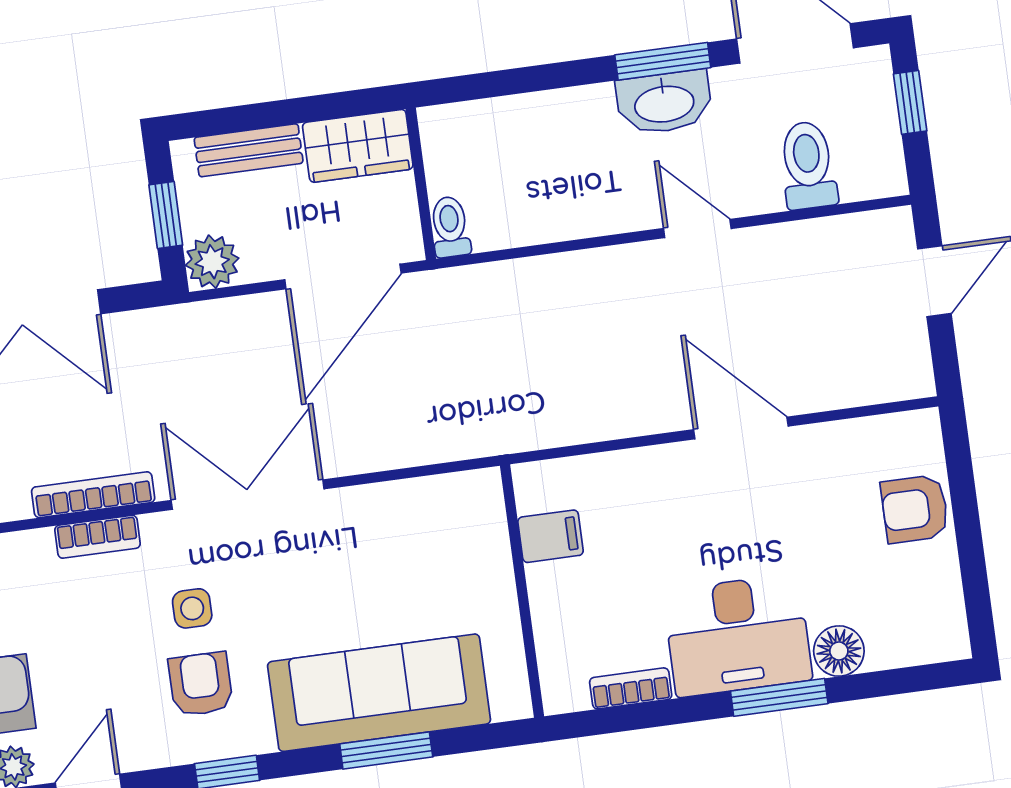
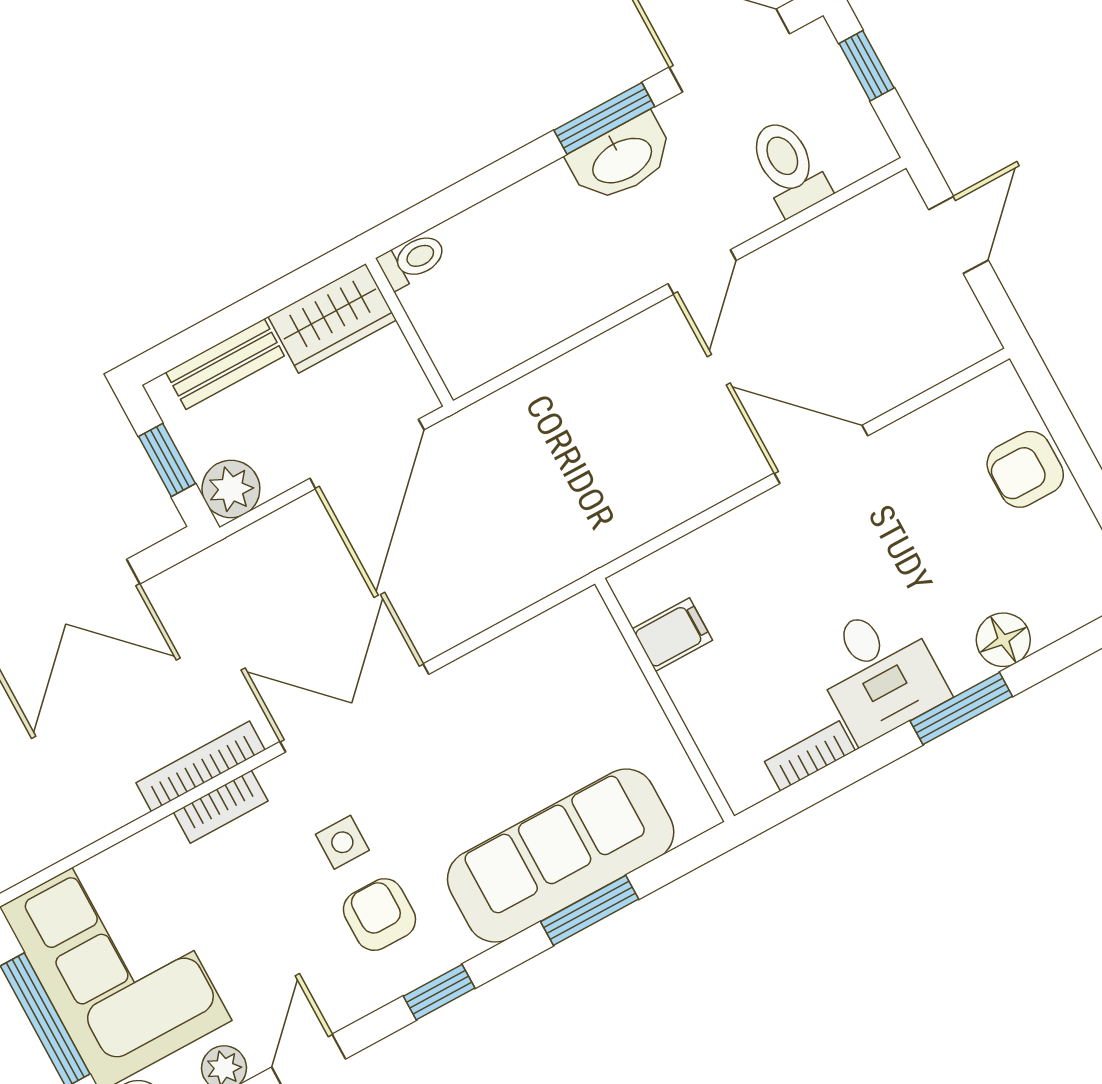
toilet: (450, 227) -> (412, 260), moved, turned 90
door: (697, 229) -> (702, 272), swing flipped
desk: (738, 635) -> (879, 672), width x0.73

